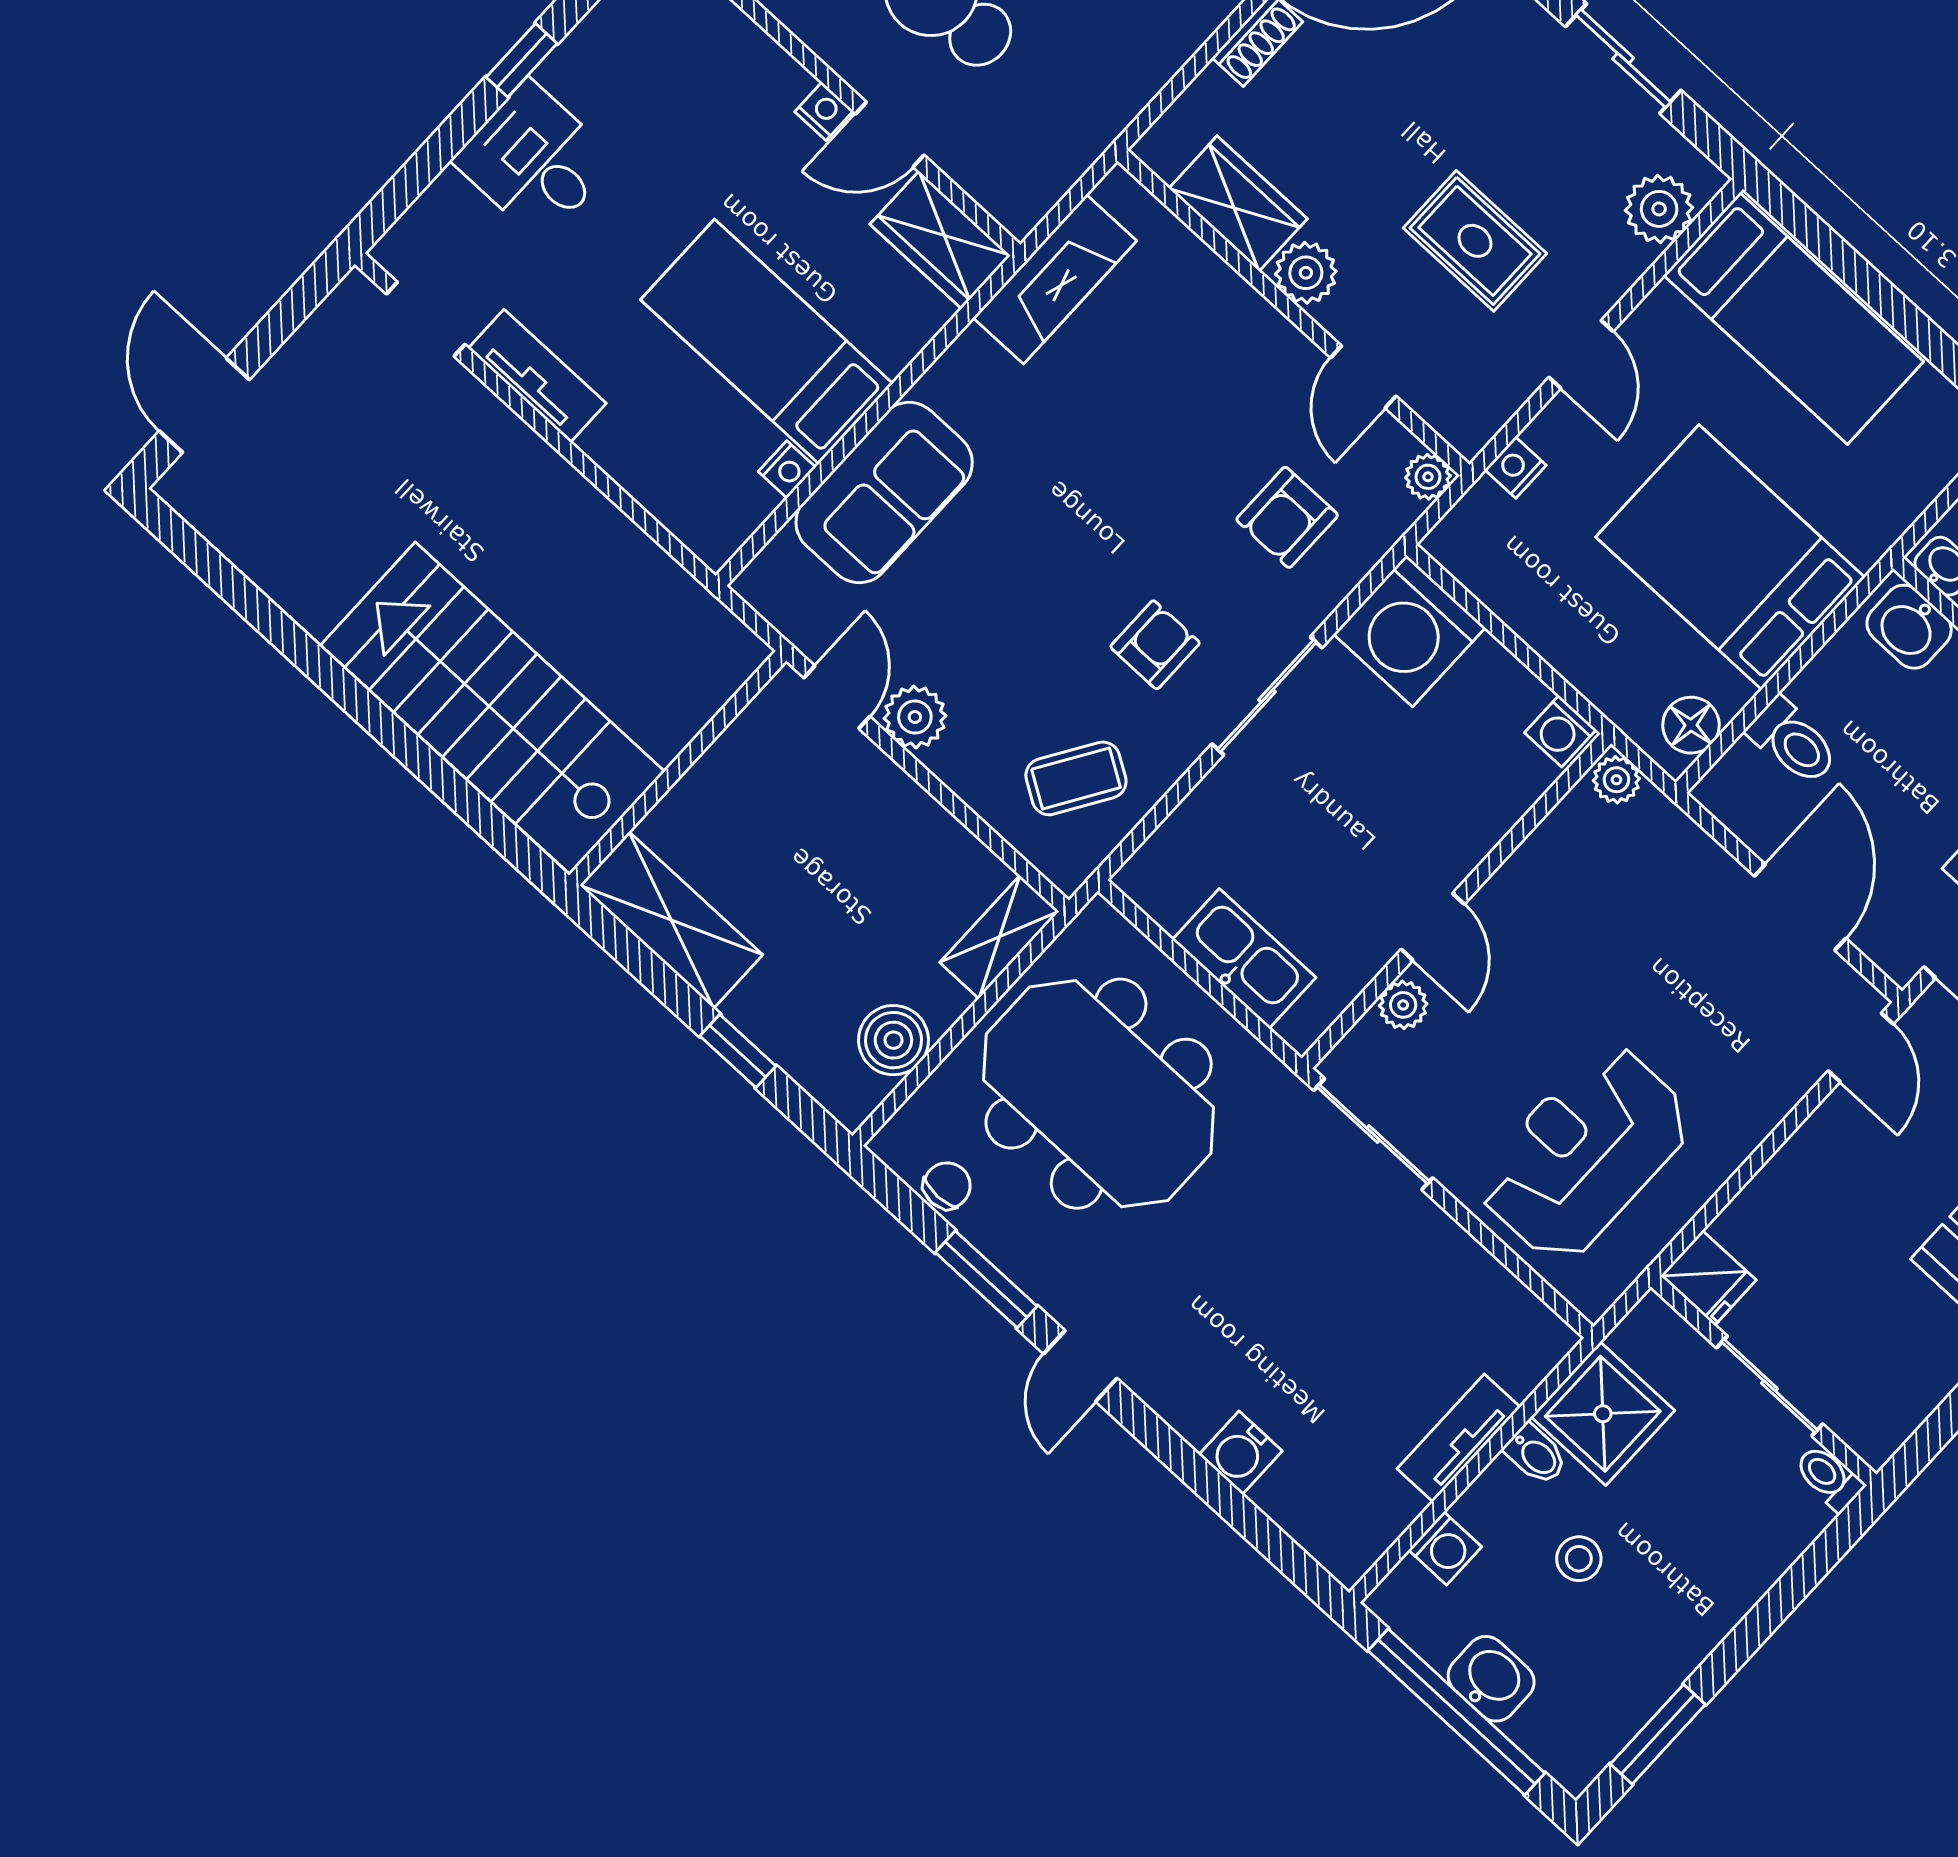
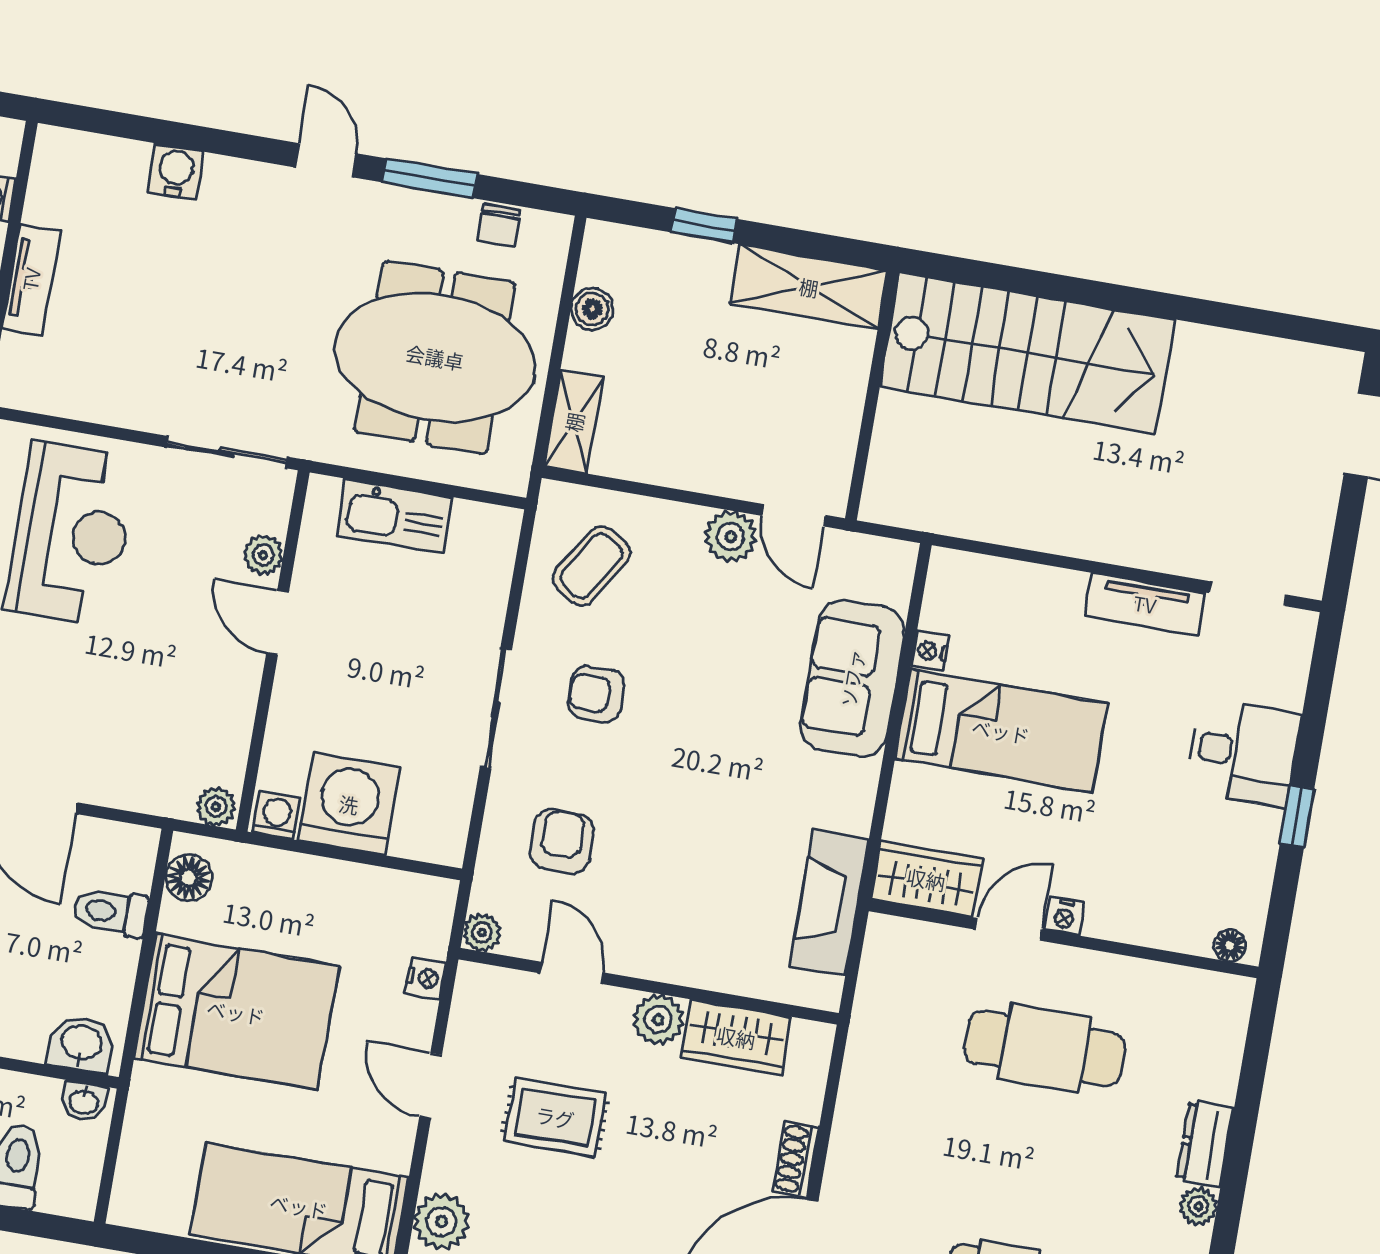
washing machine: (1410, 631) -> (349, 804), moved
armchair: (1155, 645) -> (596, 694), turned 90
boiler: (893, 1040) -> (592, 309), width x0.73, depth x0.73

